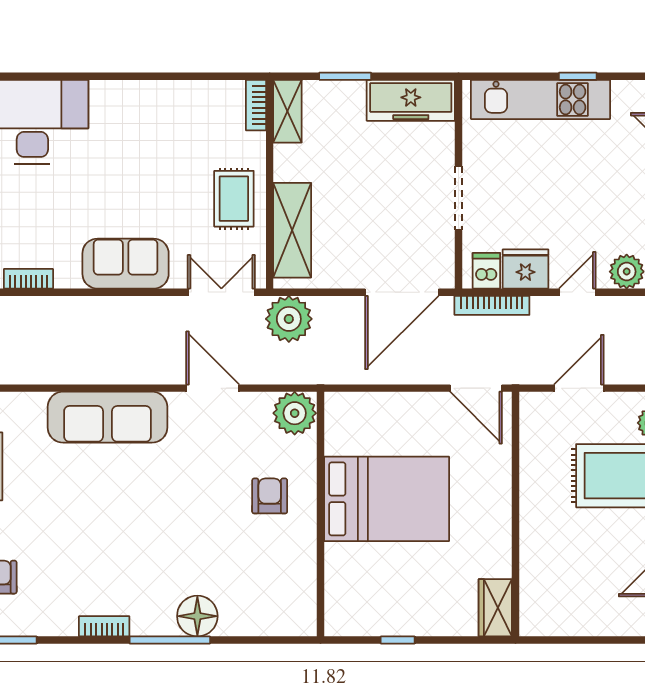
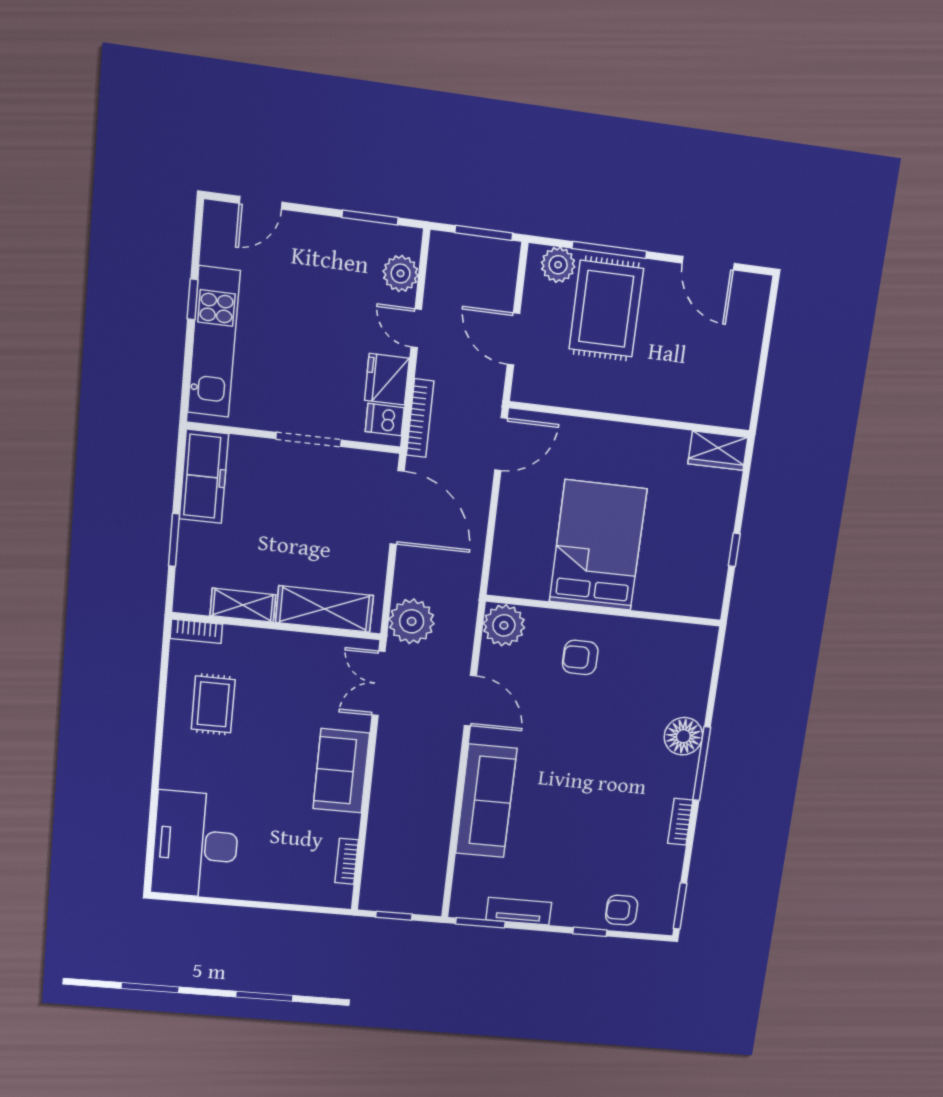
shelving: (287, 111) -> (243, 605), moved
rug: (234, 199) -> (213, 704), moved, turned 90
door: (213, 388) -> (470, 701), swing flipped

